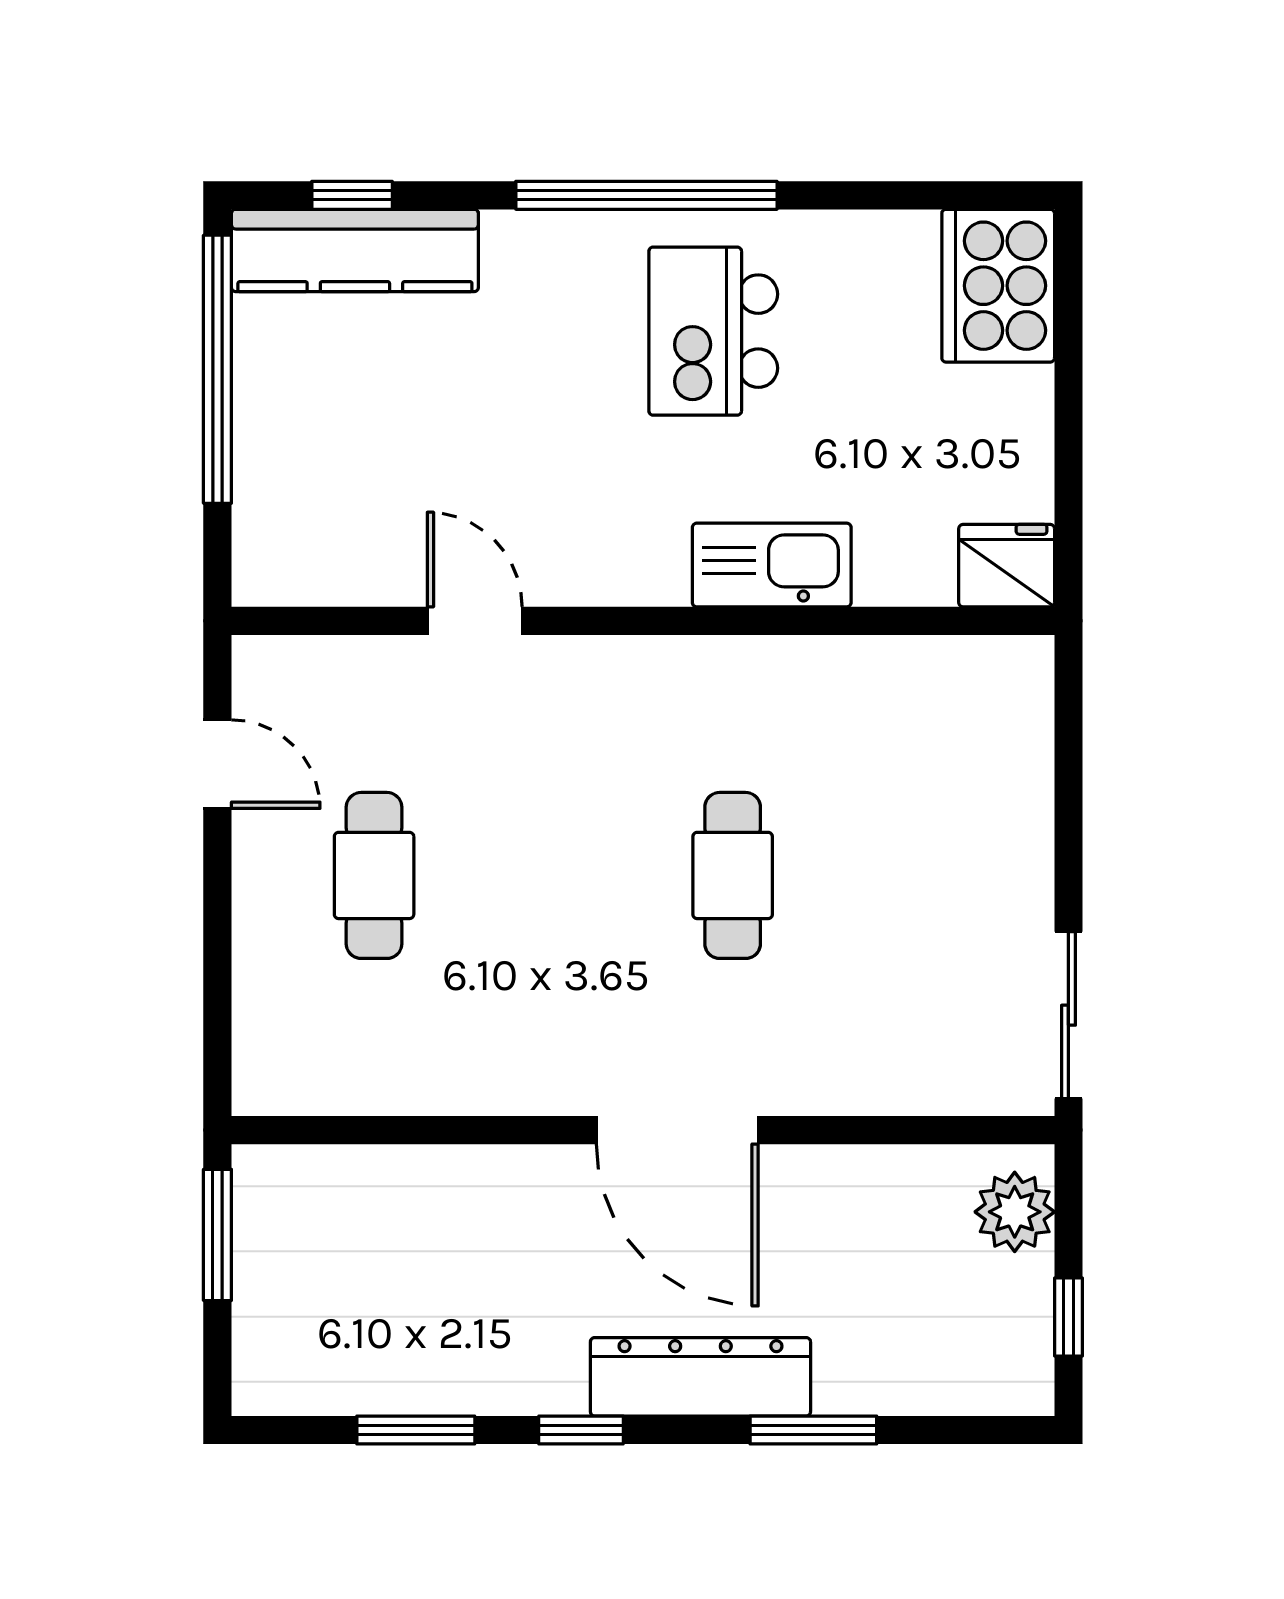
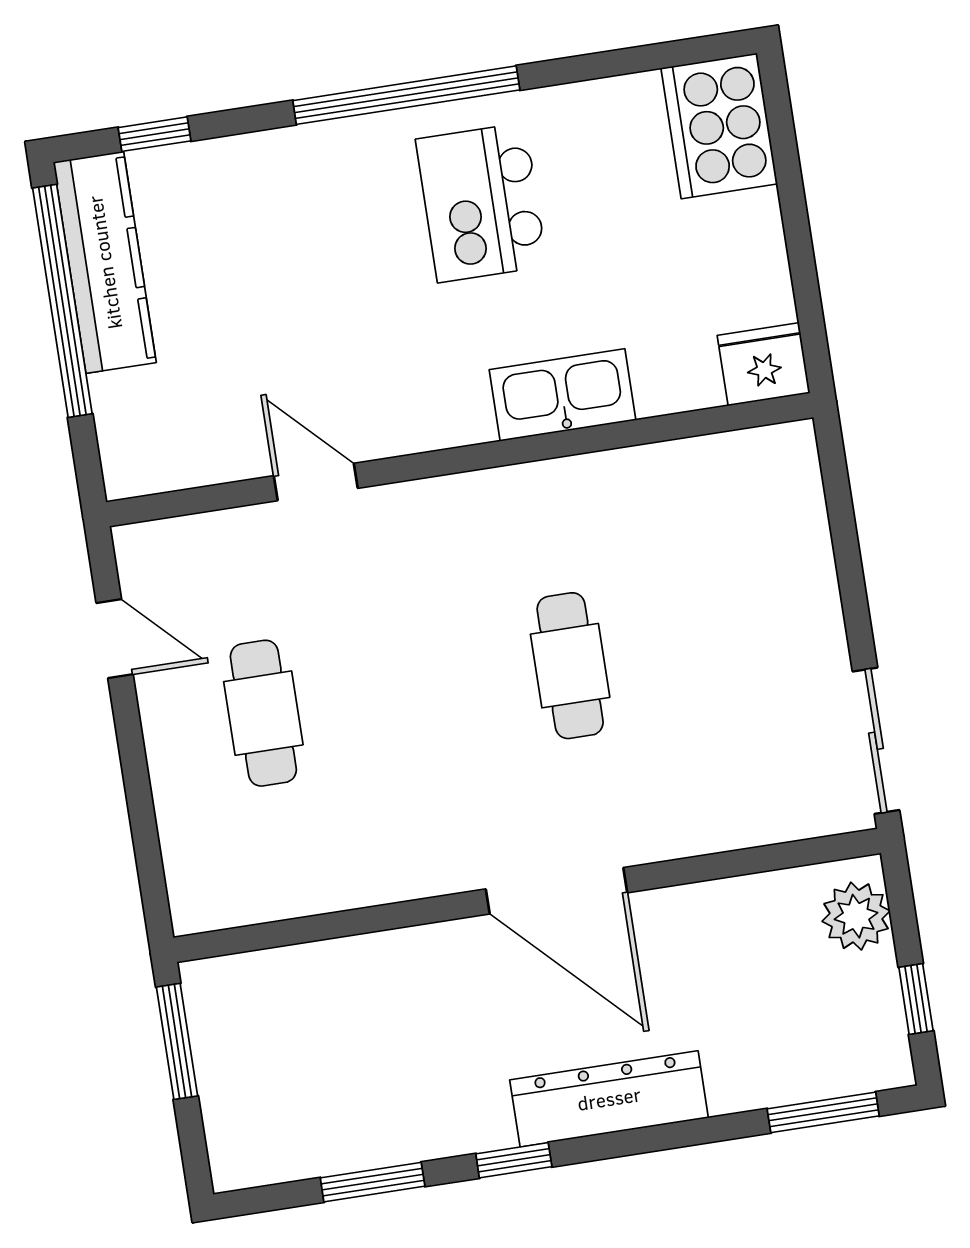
kitchen counter: (355, 250) -> (105, 262), moved, turned -90
window: (813, 1430) -> (823, 1112), moved

